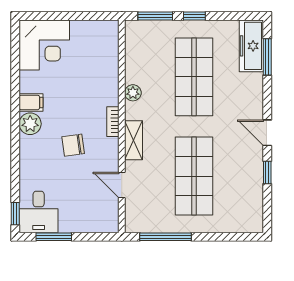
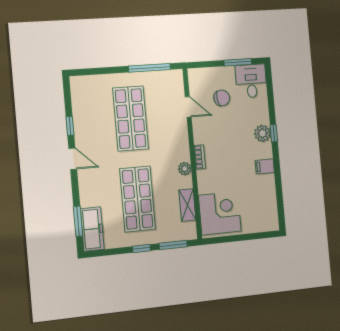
corner desk: (44, 45) -> (220, 213), moved, turned 90
plant: (133, 93) -> (185, 169), moved
plant: (30, 124) -> (262, 133), moved
shelving: (134, 140) -> (187, 205), moved
chair: (73, 145) -> (222, 98), moved
window: (15, 214) -> (274, 133), moved

